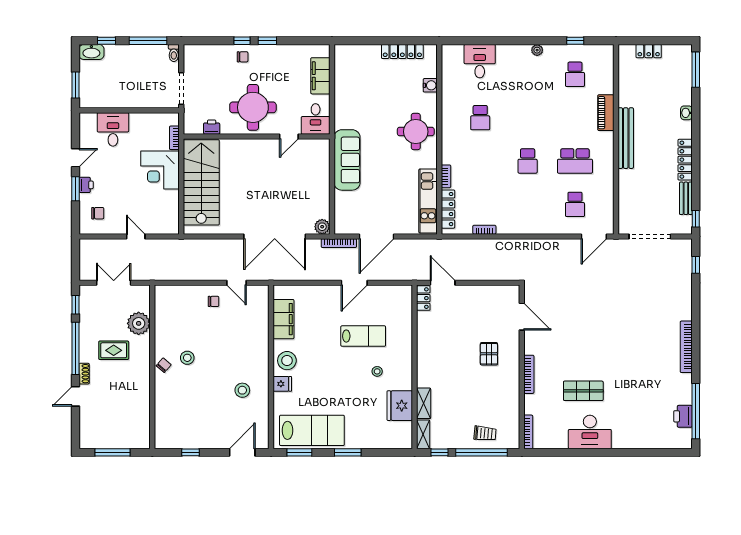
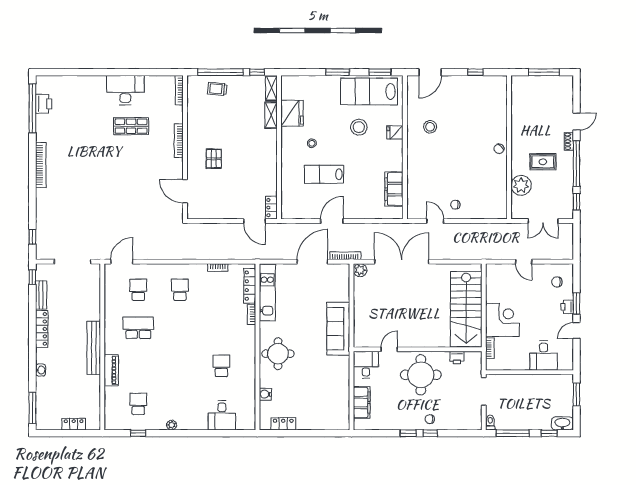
locker: (402, 52) -> (283, 424), width x0.66
school desk: (528, 161) -> (180, 290), moved
stool: (187, 358) -> (478, 155), removed
stool: (287, 361) -> (359, 127), moved

